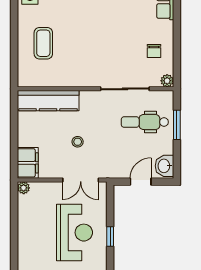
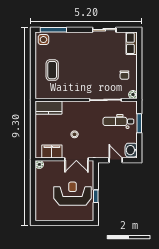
kitchen counter: (48, 101) -> (49, 108), width x0.67
filing cabinet: (28, 163) -> (52, 152), moved, turned -90
door: (141, 182) -> (116, 160), hinge flipped
reception desk: (74, 233) -> (73, 194), turned -90

